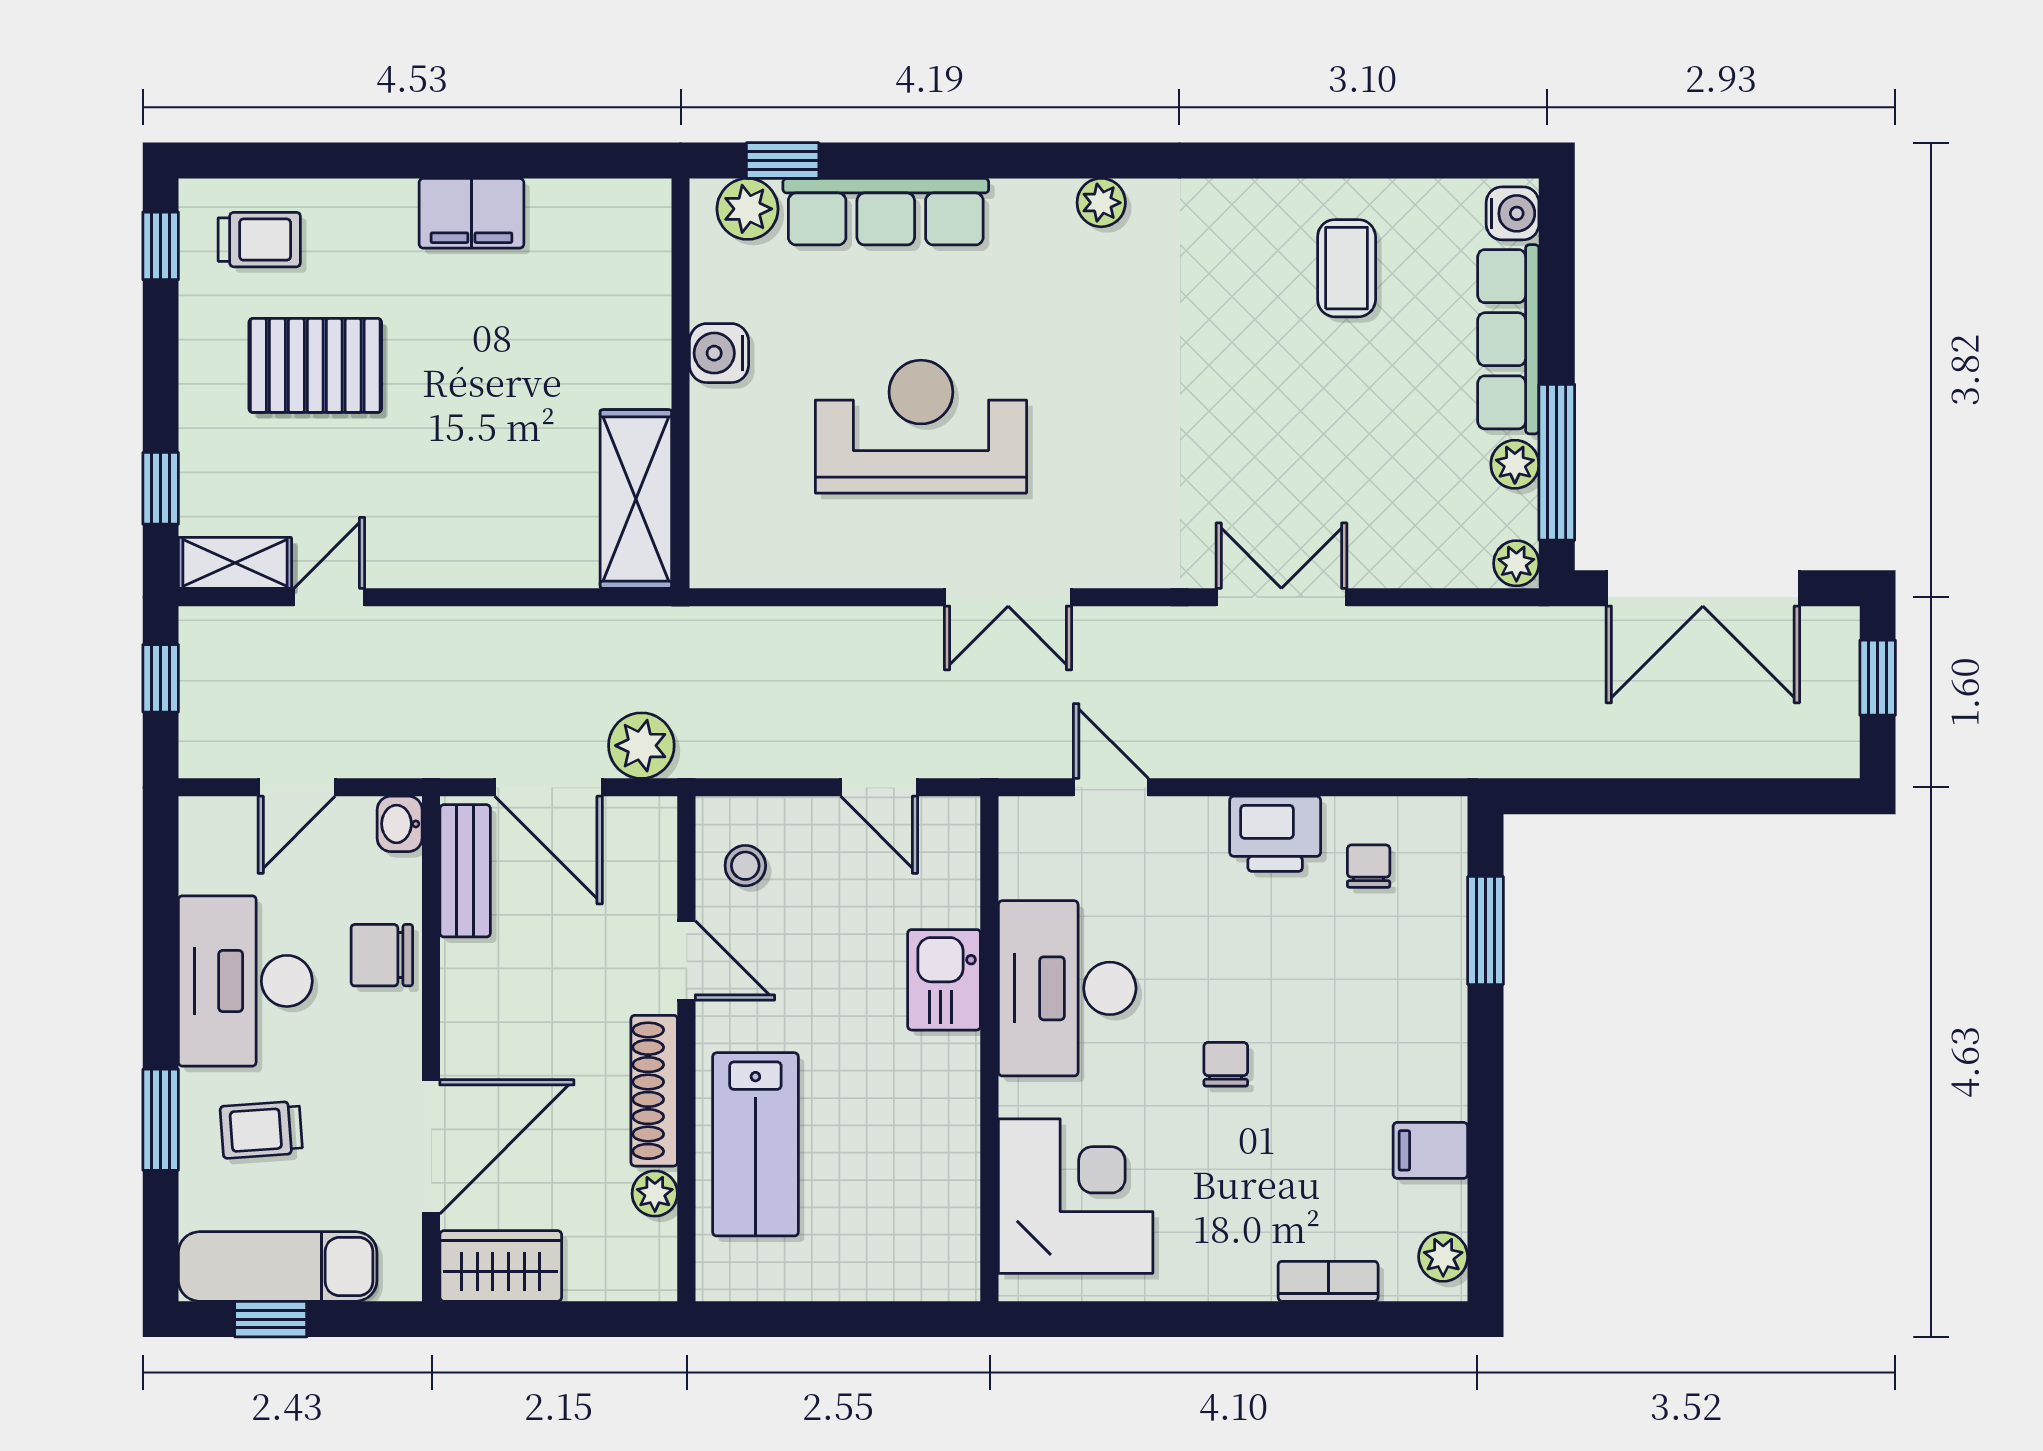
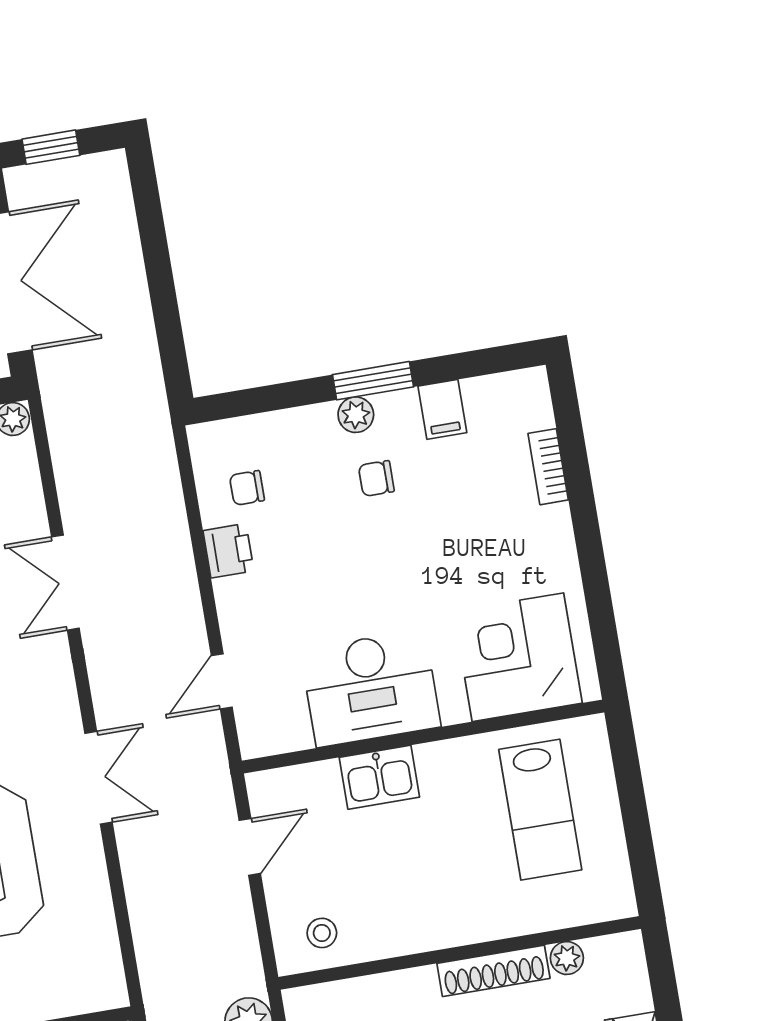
printer: (1275, 834) -> (228, 551), width x0.73, depth x0.81
window: (1486, 930) -> (373, 381), moved
door: (686, 961) -> (397, 964), removed
chair: (1226, 1064) -> (376, 478), moved
lab bench: (755, 1144) -> (540, 810), moved, turned 90
plant: (1443, 1257) -> (356, 415), moved

